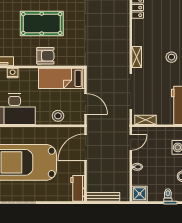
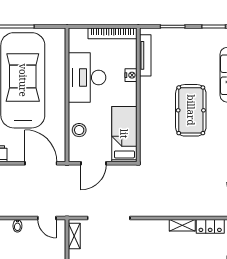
armchair: (45, 56) -> (152, 115), removed
shelving: (137, 57) -> (182, 225), moved

